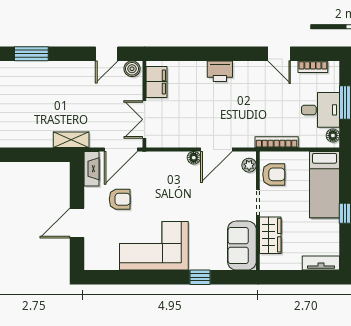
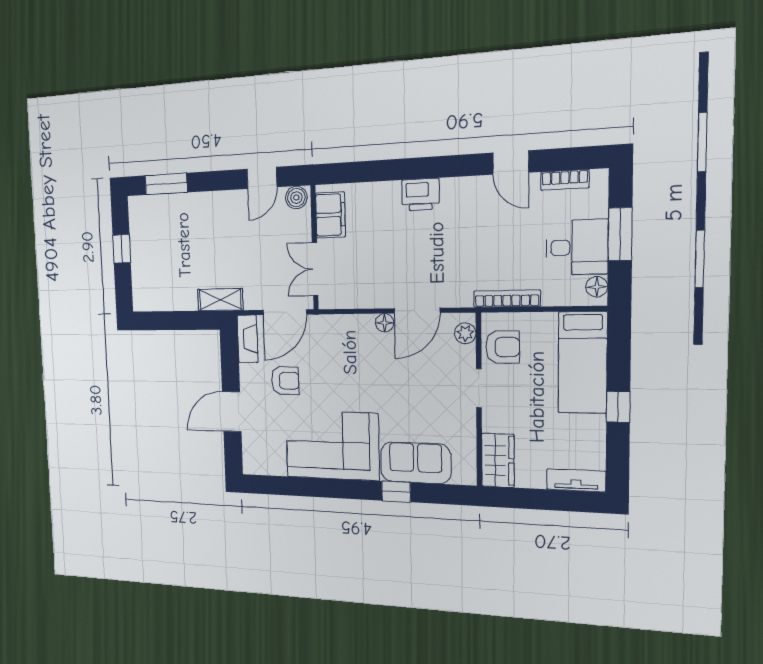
wardrobe: (270, 235) -> (498, 460), moved
sofa: (242, 246) -> (416, 463), moved, turned 90

